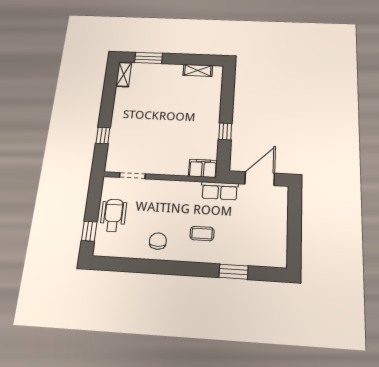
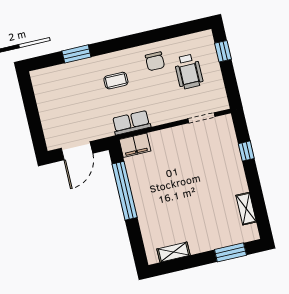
shelving: (124, 74) -> (246, 209), moved
window: (225, 131) -> (125, 191), width x3.17
row of seats: (220, 191) -> (131, 123), moved
wheelchair: (113, 215) -> (189, 71), moved

